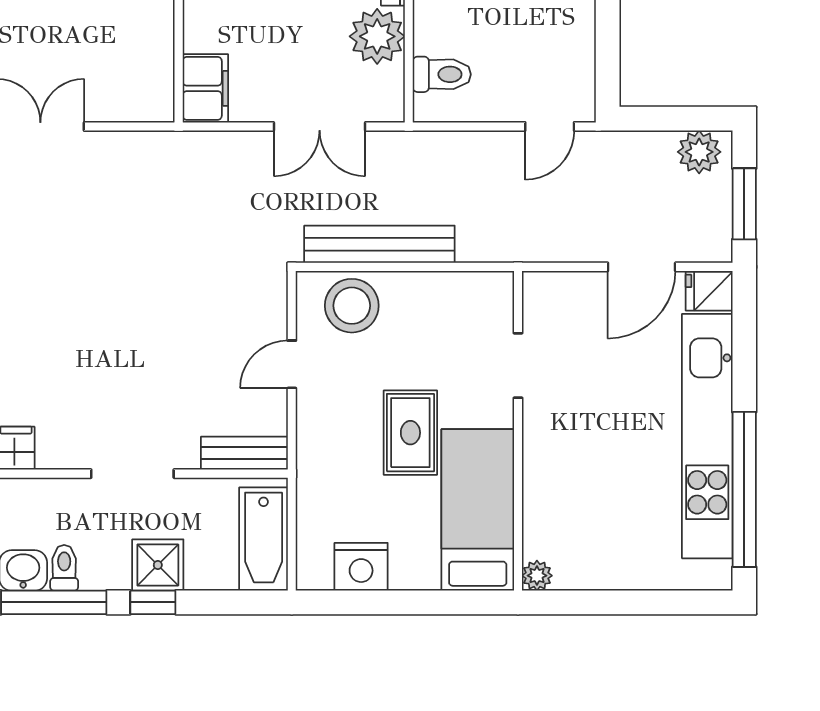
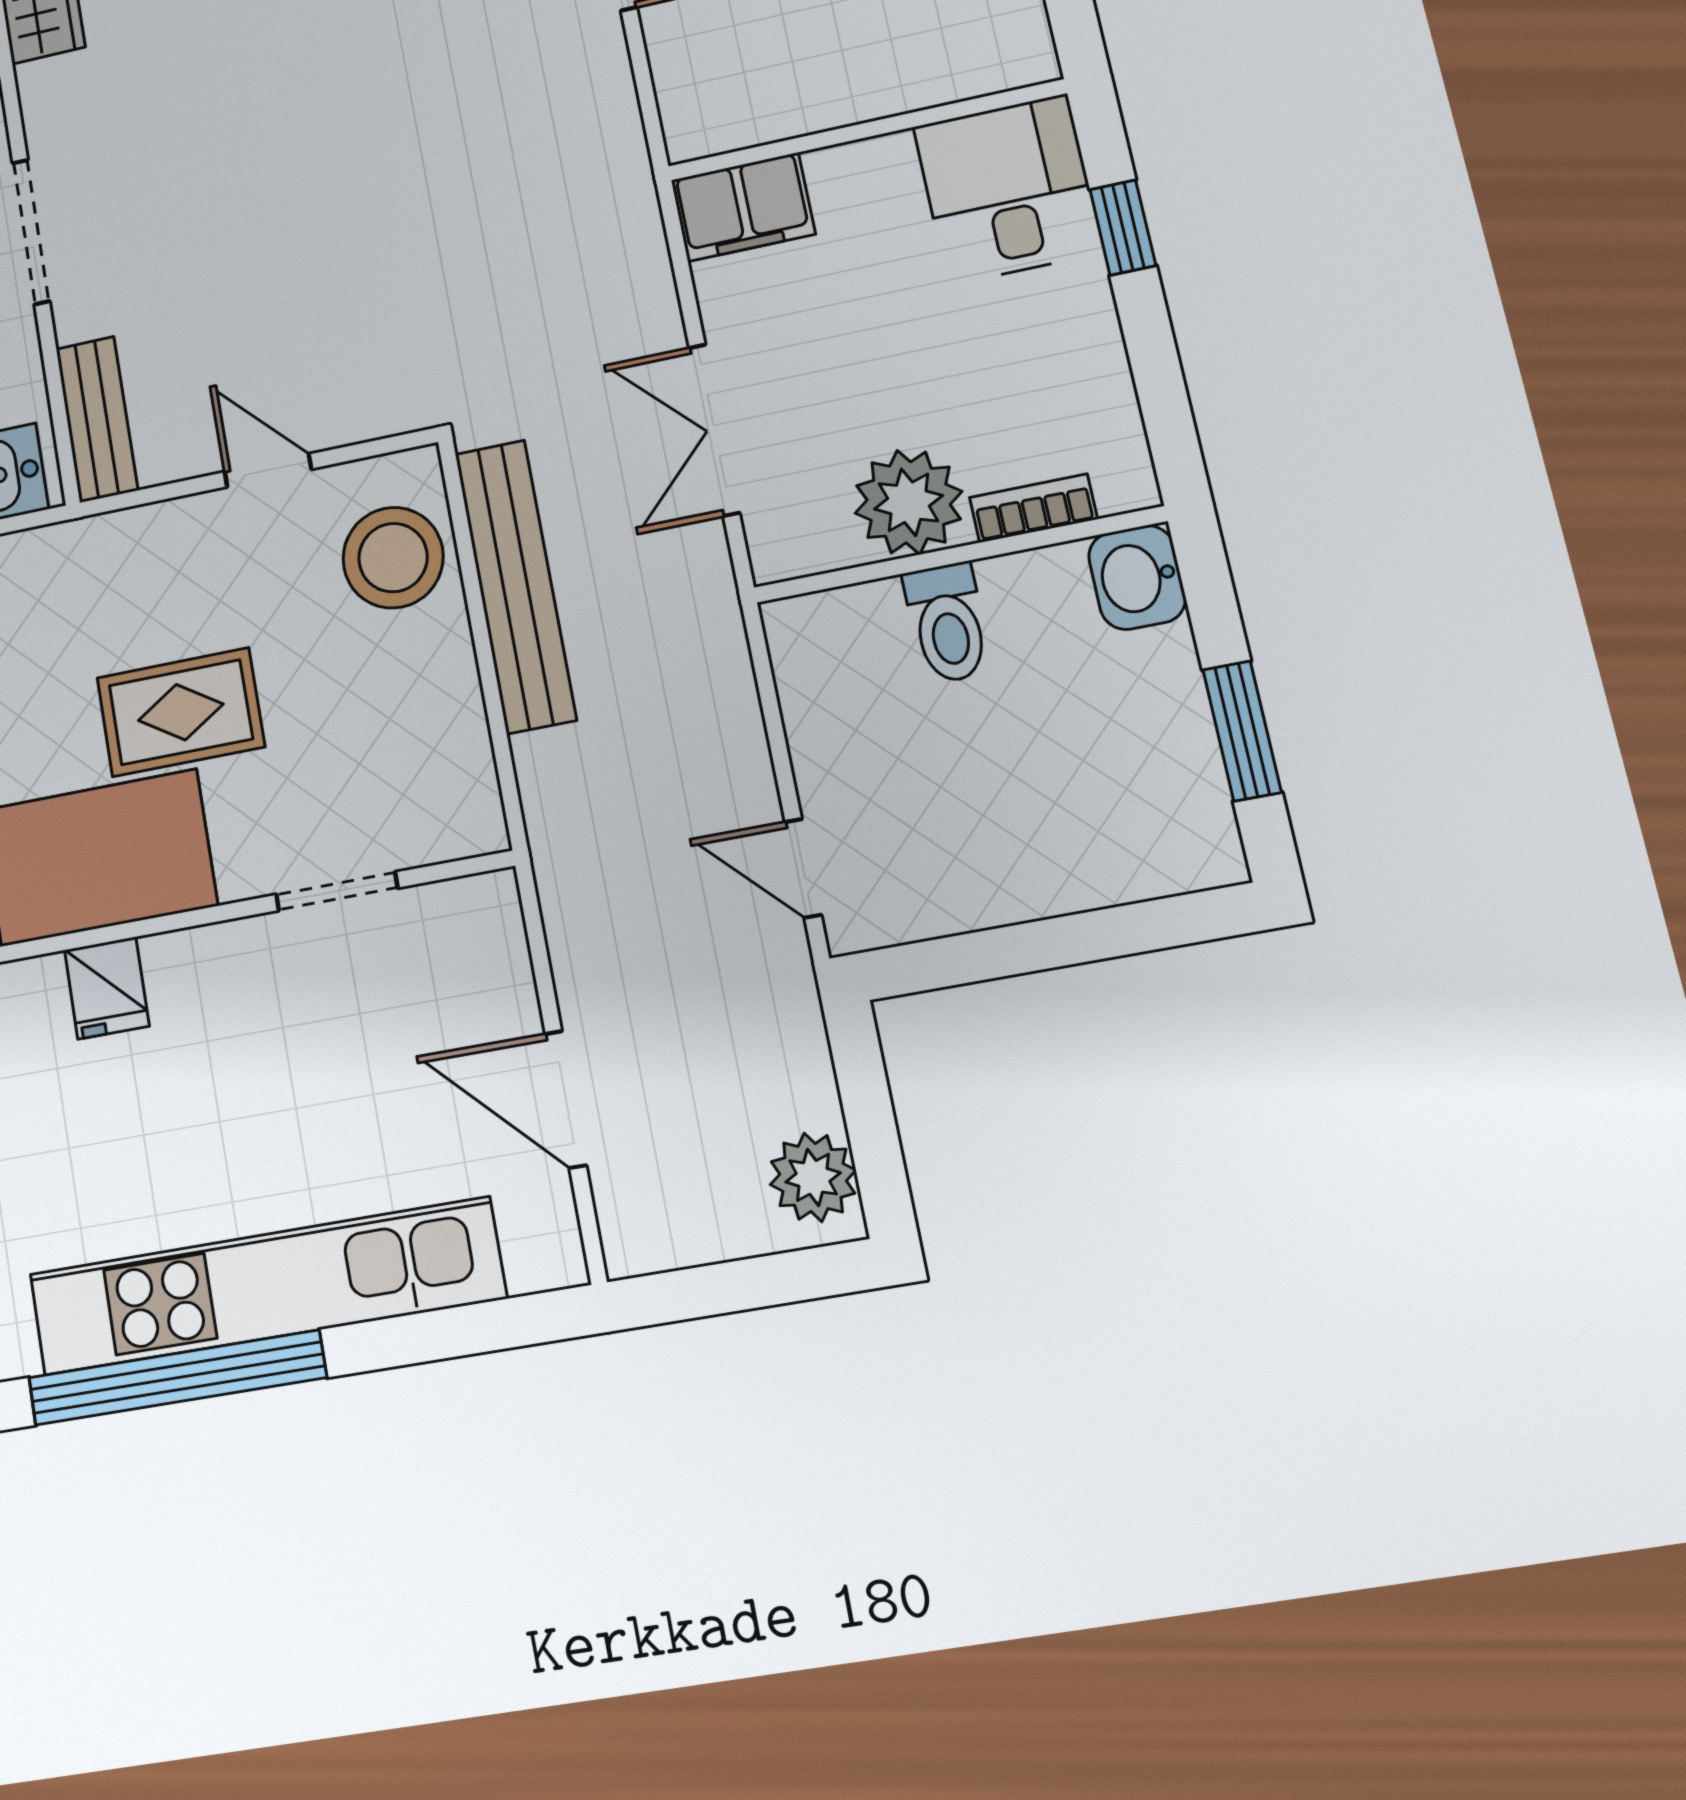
toilet: (442, 74) -> (947, 623), moved
window: (744, 204) -> (728, 1287), removed
fridge: (709, 291) -> (107, 988), moved, turned 180

